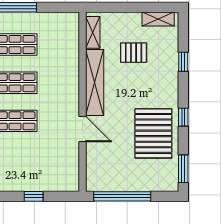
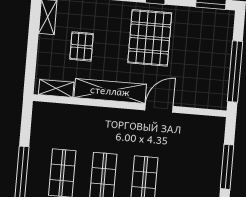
pallet: (153, 133) -> (150, 38), moved, turned 90
window: (34, 196) -> (227, 167), width x2.17

